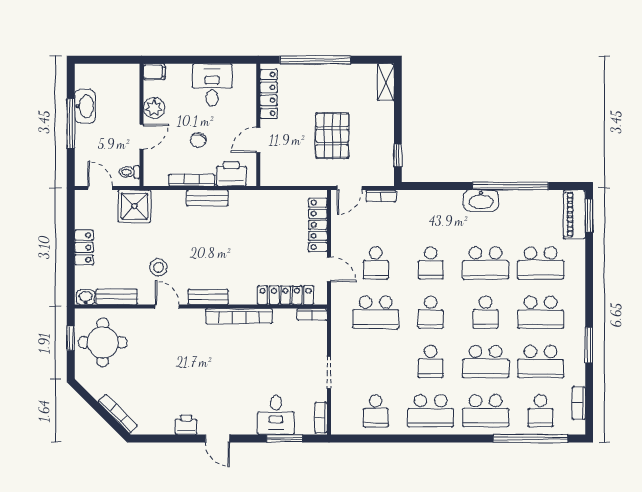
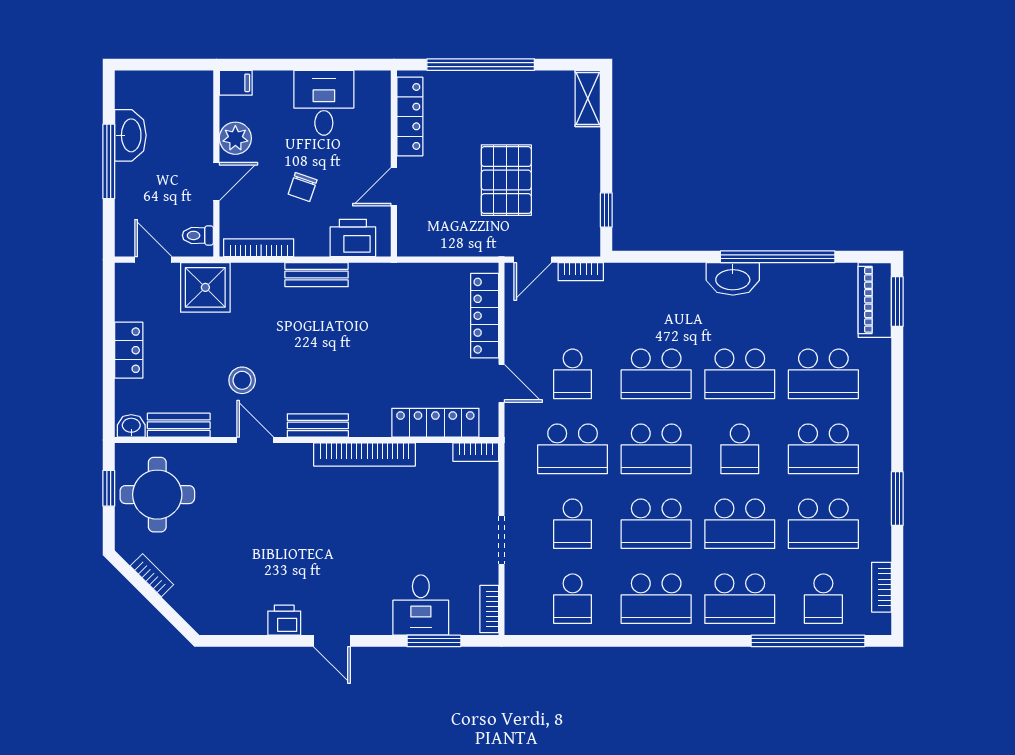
bookcase: (192, 180) -> (259, 248), moved
school desk: (431, 263) -> (656, 374), width x1.85
school desk: (431, 312) -> (656, 449), width x1.85
school desk: (376, 362) -> (573, 524), added
school desk: (431, 362) -> (656, 524), width x1.85
bookcase: (118, 414) -> (152, 575), moved, width x0.64

